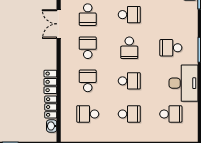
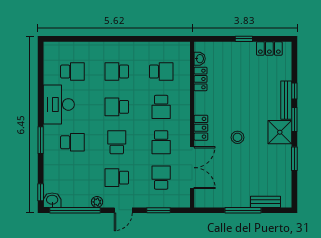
double door: (59, 24) -> (192, 168), width x1.37
stool: (16, 52) -> (237, 137), added
locker: (50, 82) -> (201, 128), moved
school desk: (171, 114) -> (72, 72), turned 180

